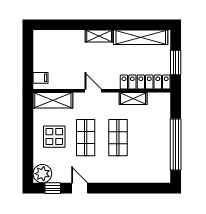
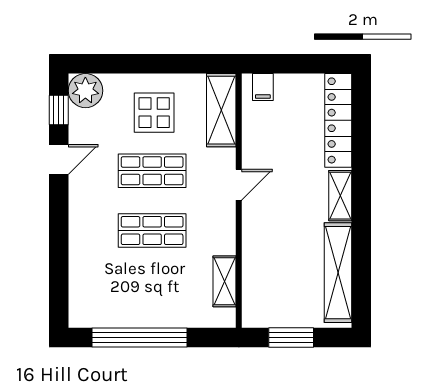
locker: (145, 82) -> (338, 120), moved, turned 180
shelving: (133, 99) -> (224, 281), moved

